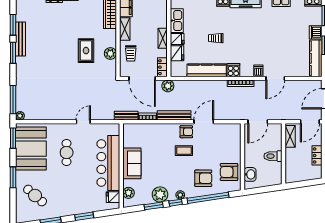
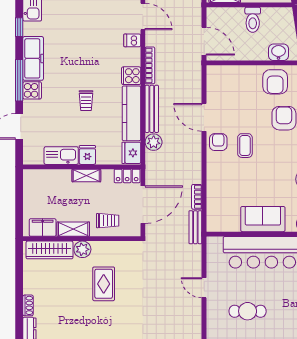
rug: (86, 51) -> (104, 284), turned 90
fridge: (177, 53) -> (131, 153), moved, turned -90
plant: (110, 54) -> (82, 249), moved
plant: (168, 86) -> (154, 142), moved
bench: (174, 115) -> (152, 109), moved

